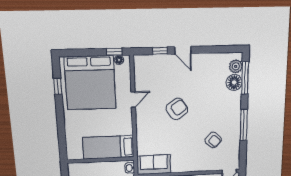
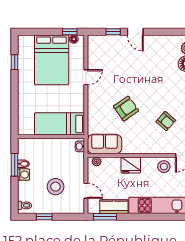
bed: (90, 83) -> (52, 60), width x0.73
armchair: (177, 109) -> (126, 109), moved

